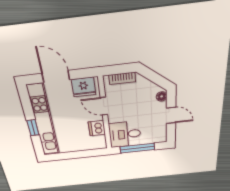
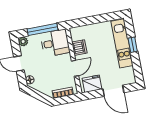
door: (104, 106) -> (75, 68), hinge flipped
kitchen unit: (44, 121) -> (122, 43), width x0.73
plant: (161, 138) -> (23, 41), added

